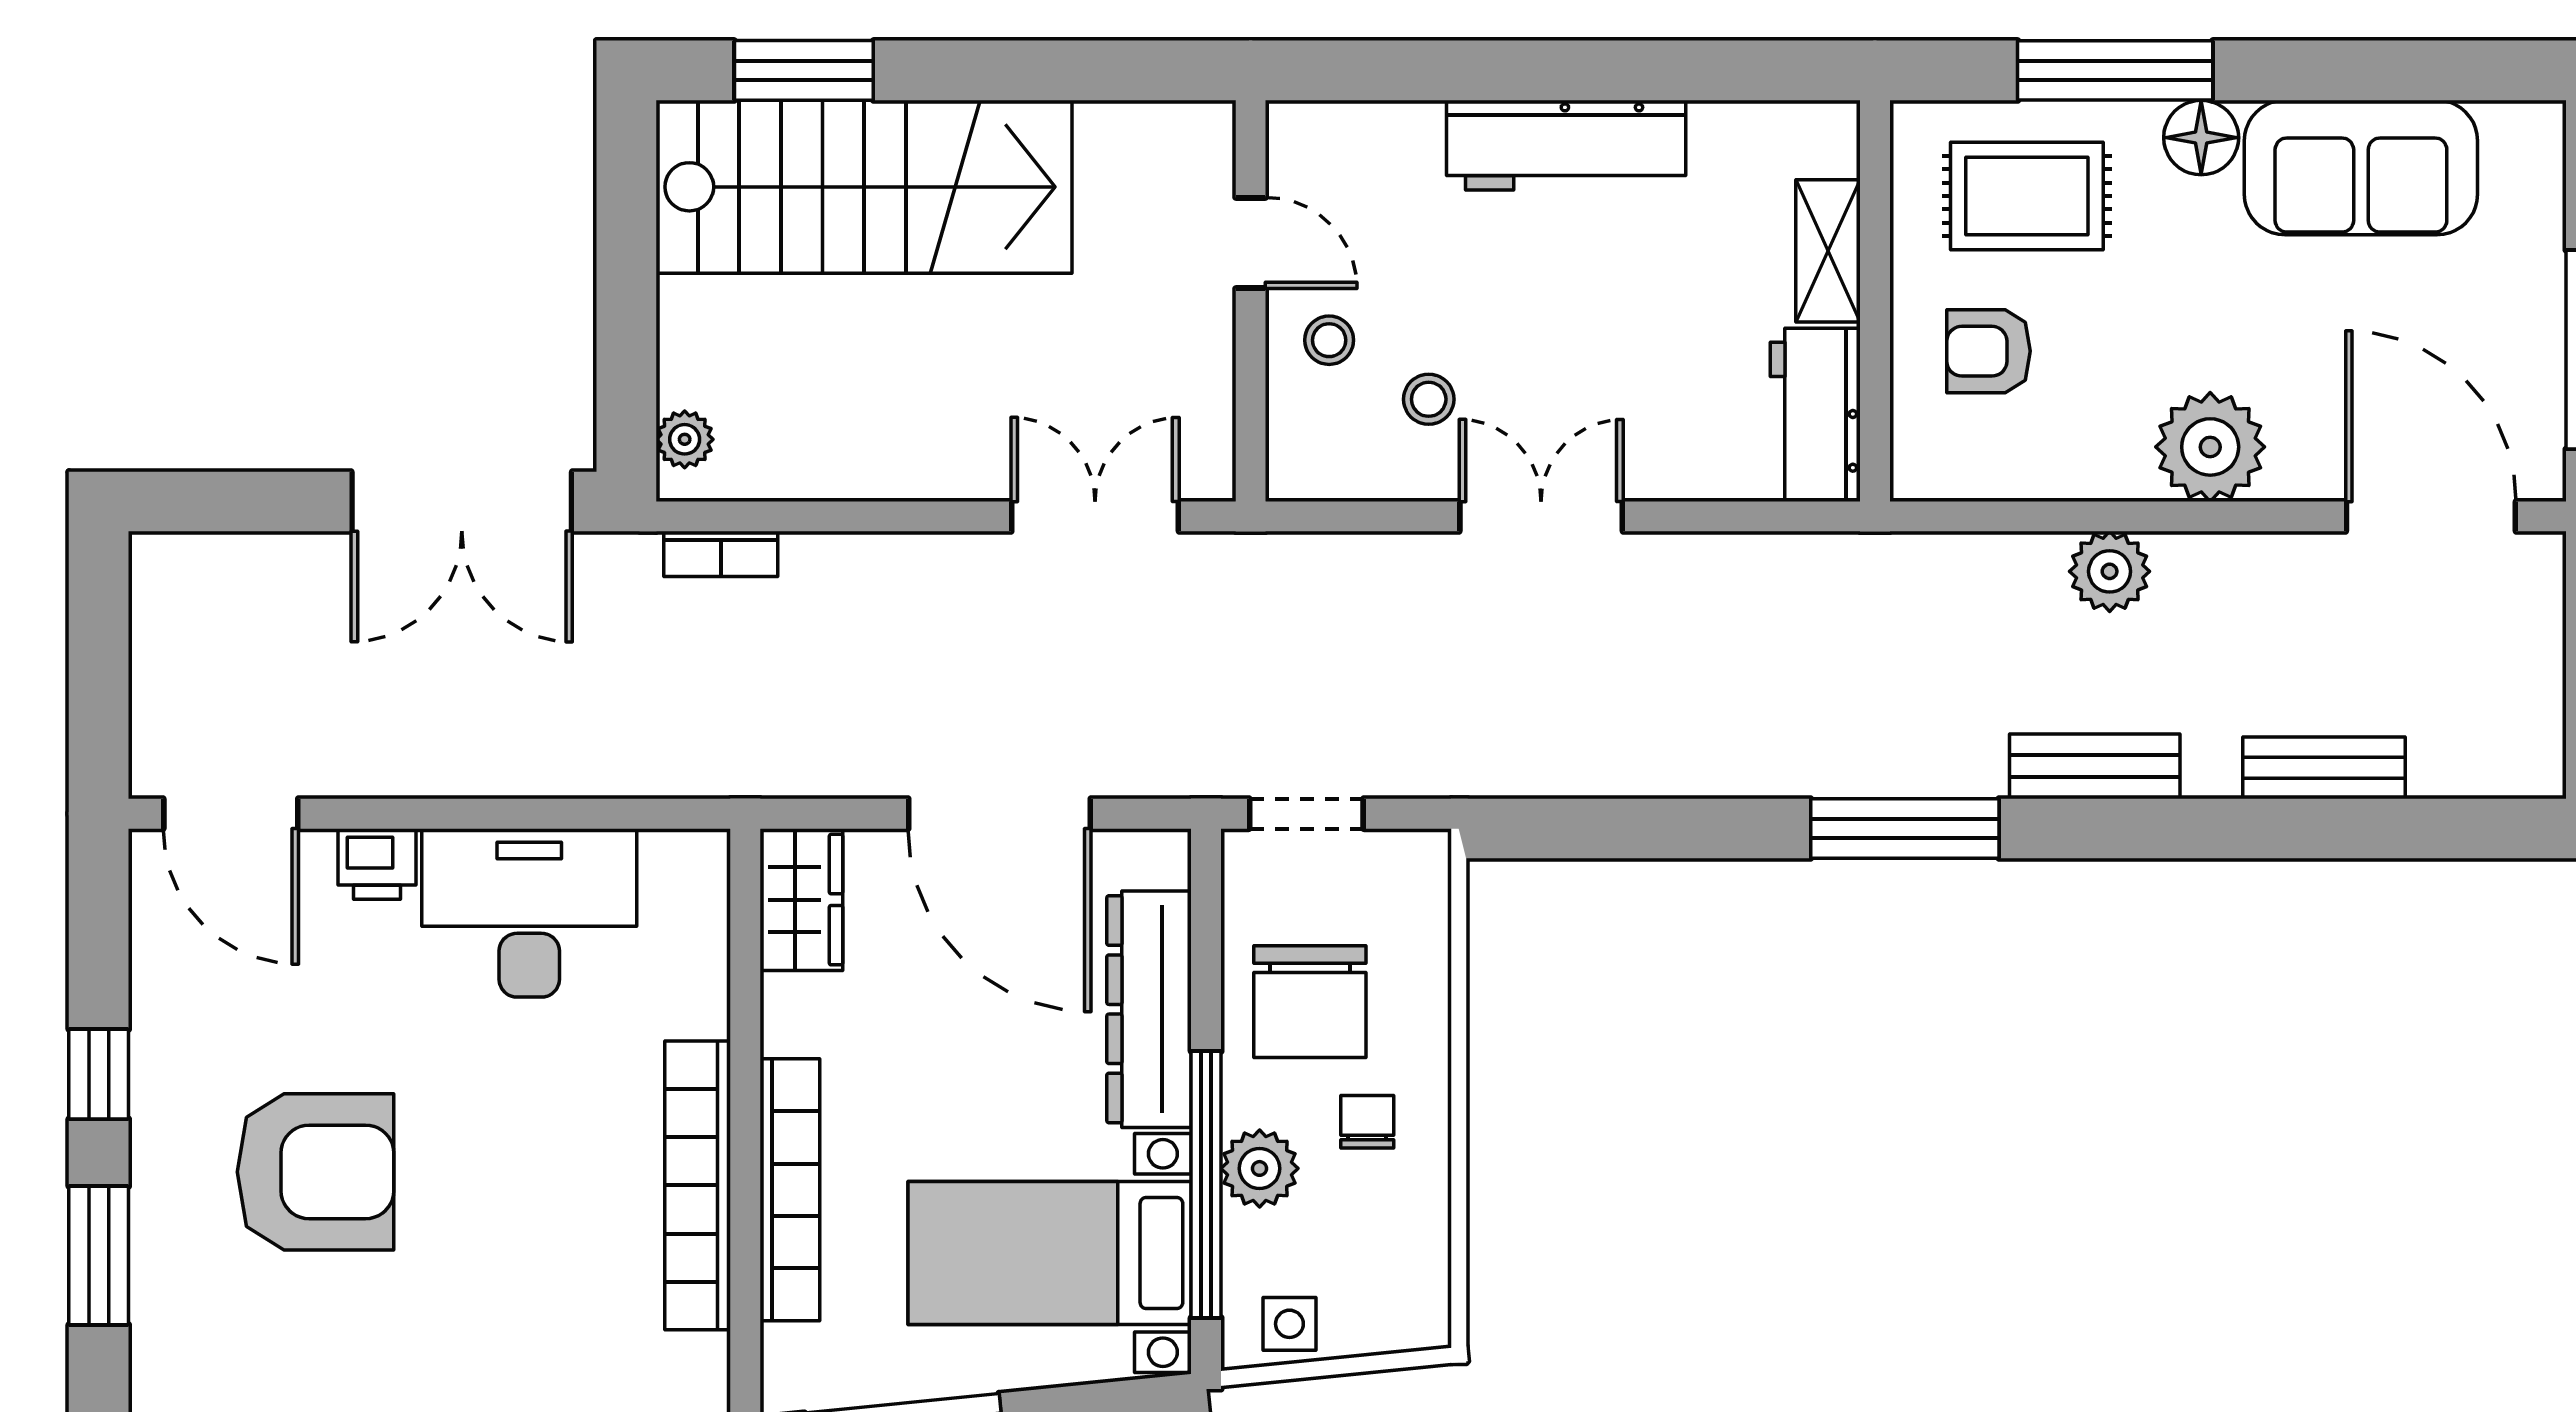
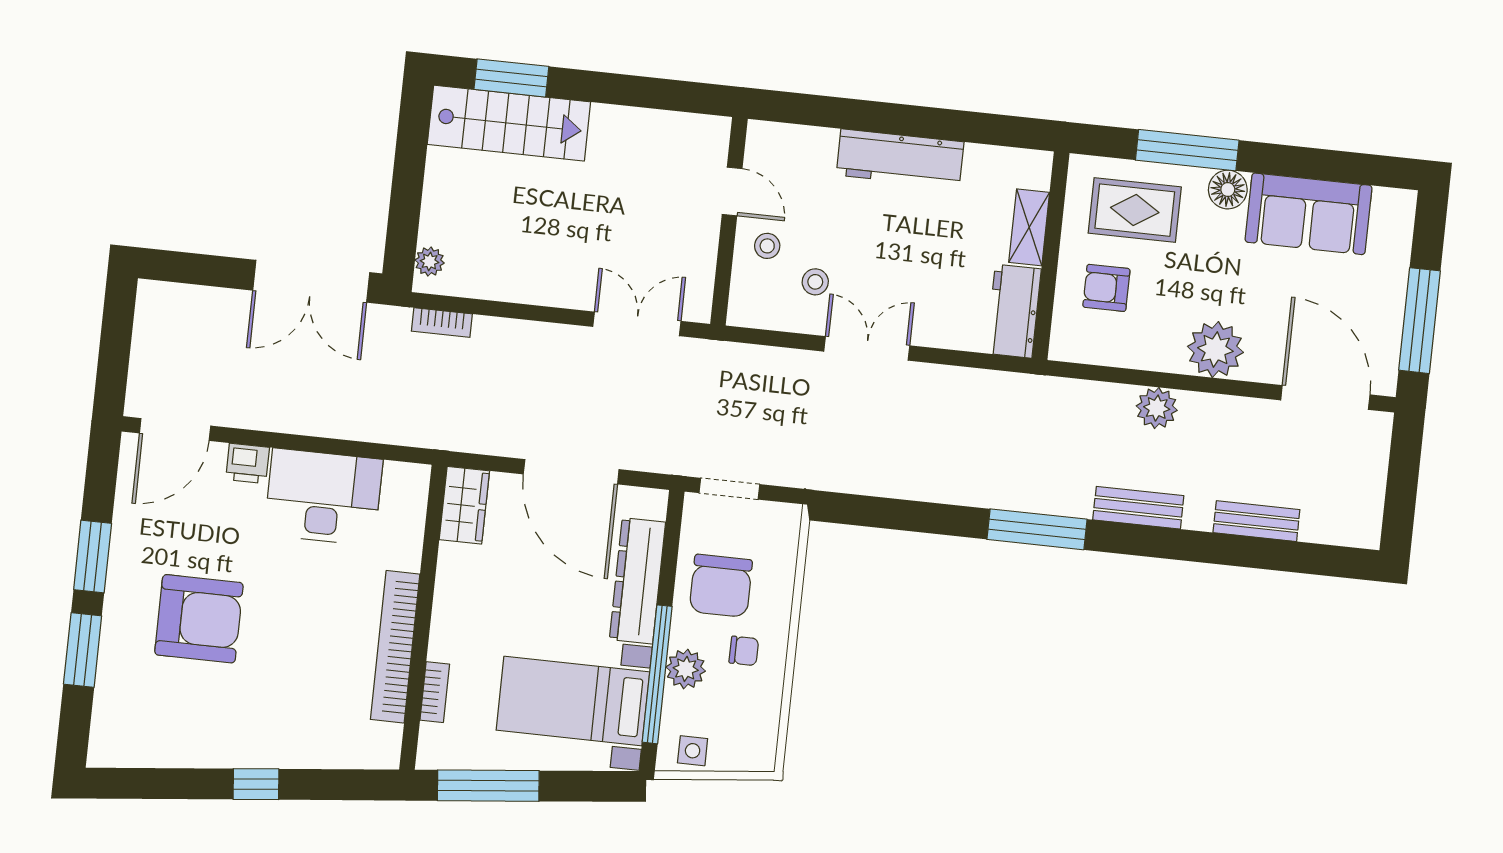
stairs: (864, 187) -> (509, 123), width x0.73, depth x0.66
door: (231, 814) -> (175, 429), hinge flipped
window: (99, 1074) -> (93, 556), width x1.50
chair: (1367, 1122) -> (744, 651), turned 90
bookcase: (790, 1190) -> (435, 692), width x0.43, depth x0.76

